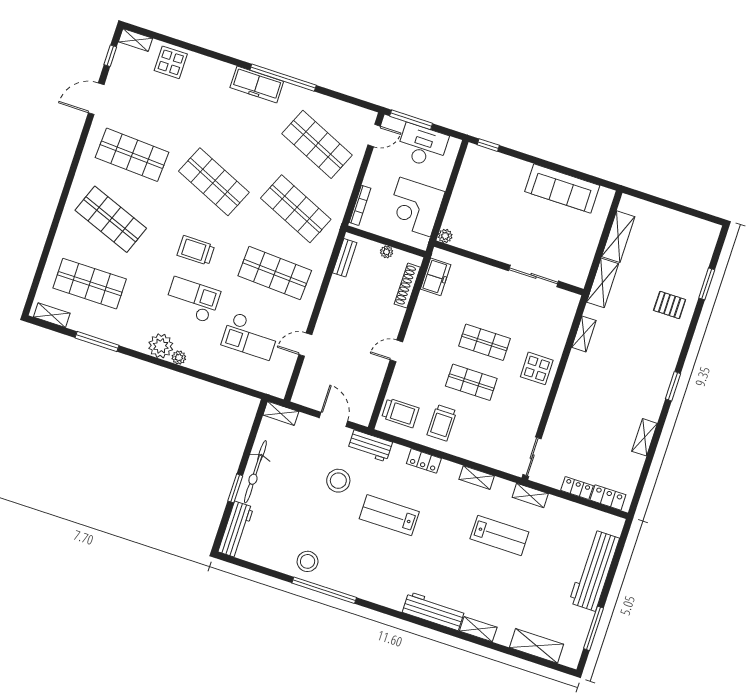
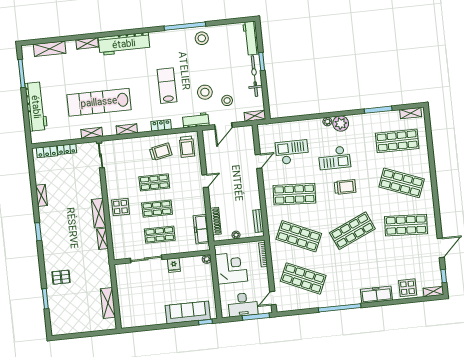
freezer: (257, 84) -> (376, 295), moved
shop shelf: (214, 182) -> (352, 231), turned -48
sofa: (562, 188) -> (188, 312), moved
fridge: (497, 249) -> (174, 265), added
freezer: (436, 277) -> (201, 229), width x1.40
shelving: (603, 283) -> (99, 213), moved
shop shelf: (498, 302) -> (160, 235), added
trolley: (400, 413) -> (187, 147), turned -90
door: (334, 419) -> (223, 126), hinge flipped
trolley: (442, 423) -> (161, 152), turned 79
stool: (311, 454) -> (227, 100), added
lab bench: (389, 515) -> (167, 86), turned -90
lab bench: (499, 535) -> (99, 102), width x1.86, depth x1.39
workbench: (434, 611) -> (124, 44), width x1.36, depth x1.32

